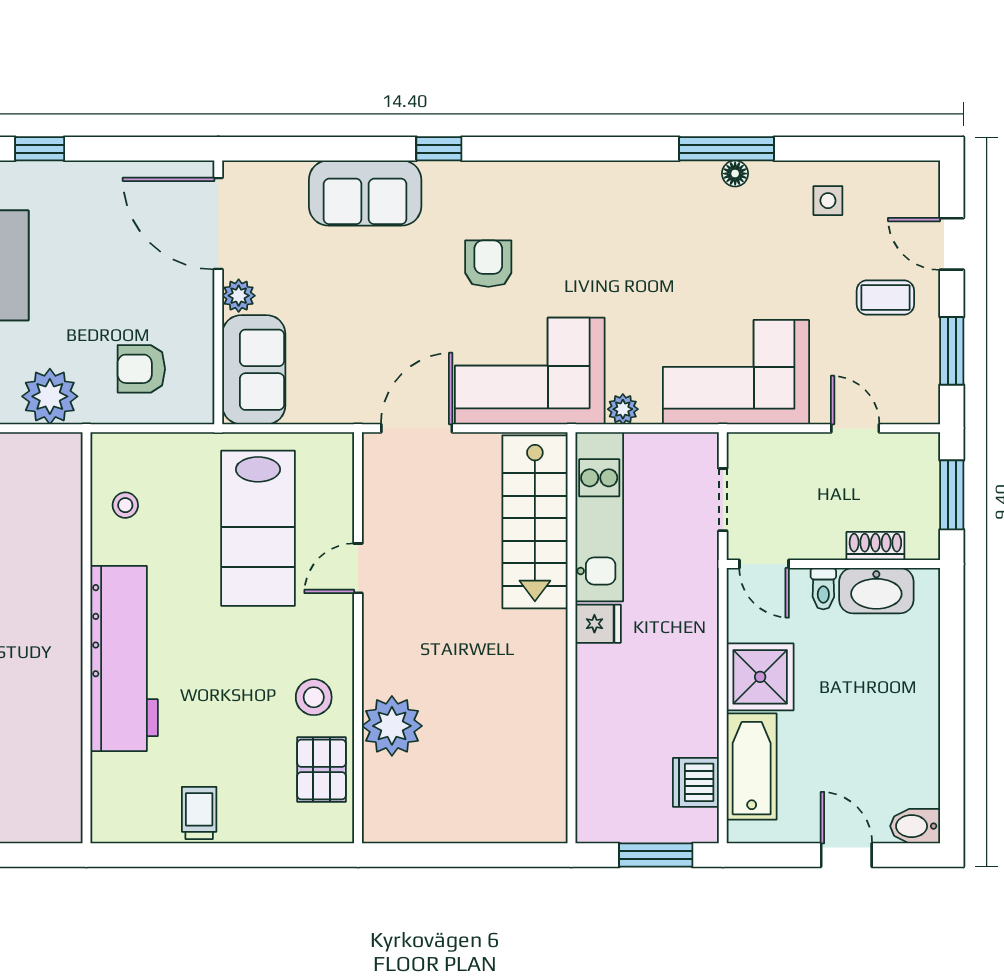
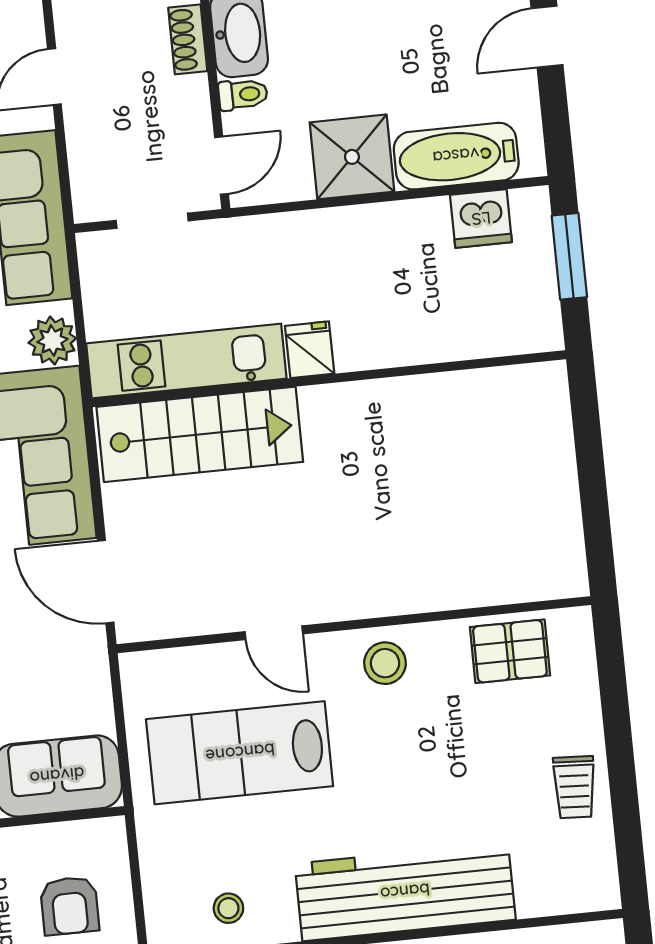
plant: (623, 409) -> (52, 340), width x1.38, depth x1.38
lab bench: (258, 528) -> (240, 753), turned 180
stool: (314, 697) -> (385, 663), moved
plant: (392, 726) -> (451, 575), removed
trolley: (199, 813) -> (574, 787), turned -87

